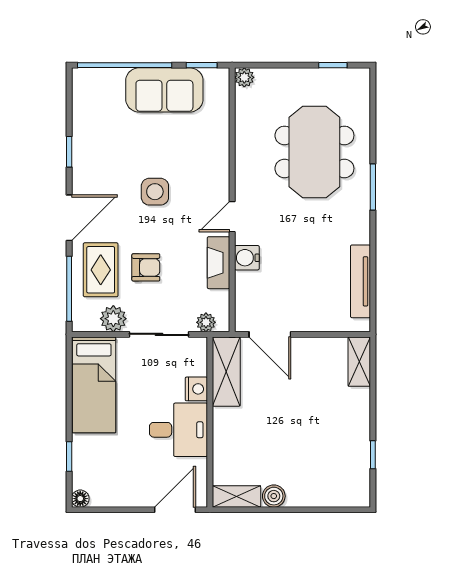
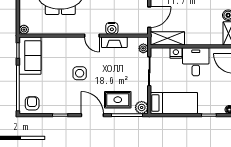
sofa: (164, 90) -> (30, 56), moved
armchair: (146, 267) -> (32, 103), moved
plant: (113, 319) -> (142, 107), moved

